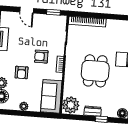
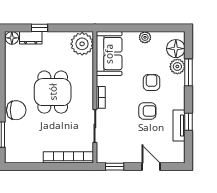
armchair: (41, 57) -> (147, 111), moved
dresser: (93, 111) -> (31, 38), moved

